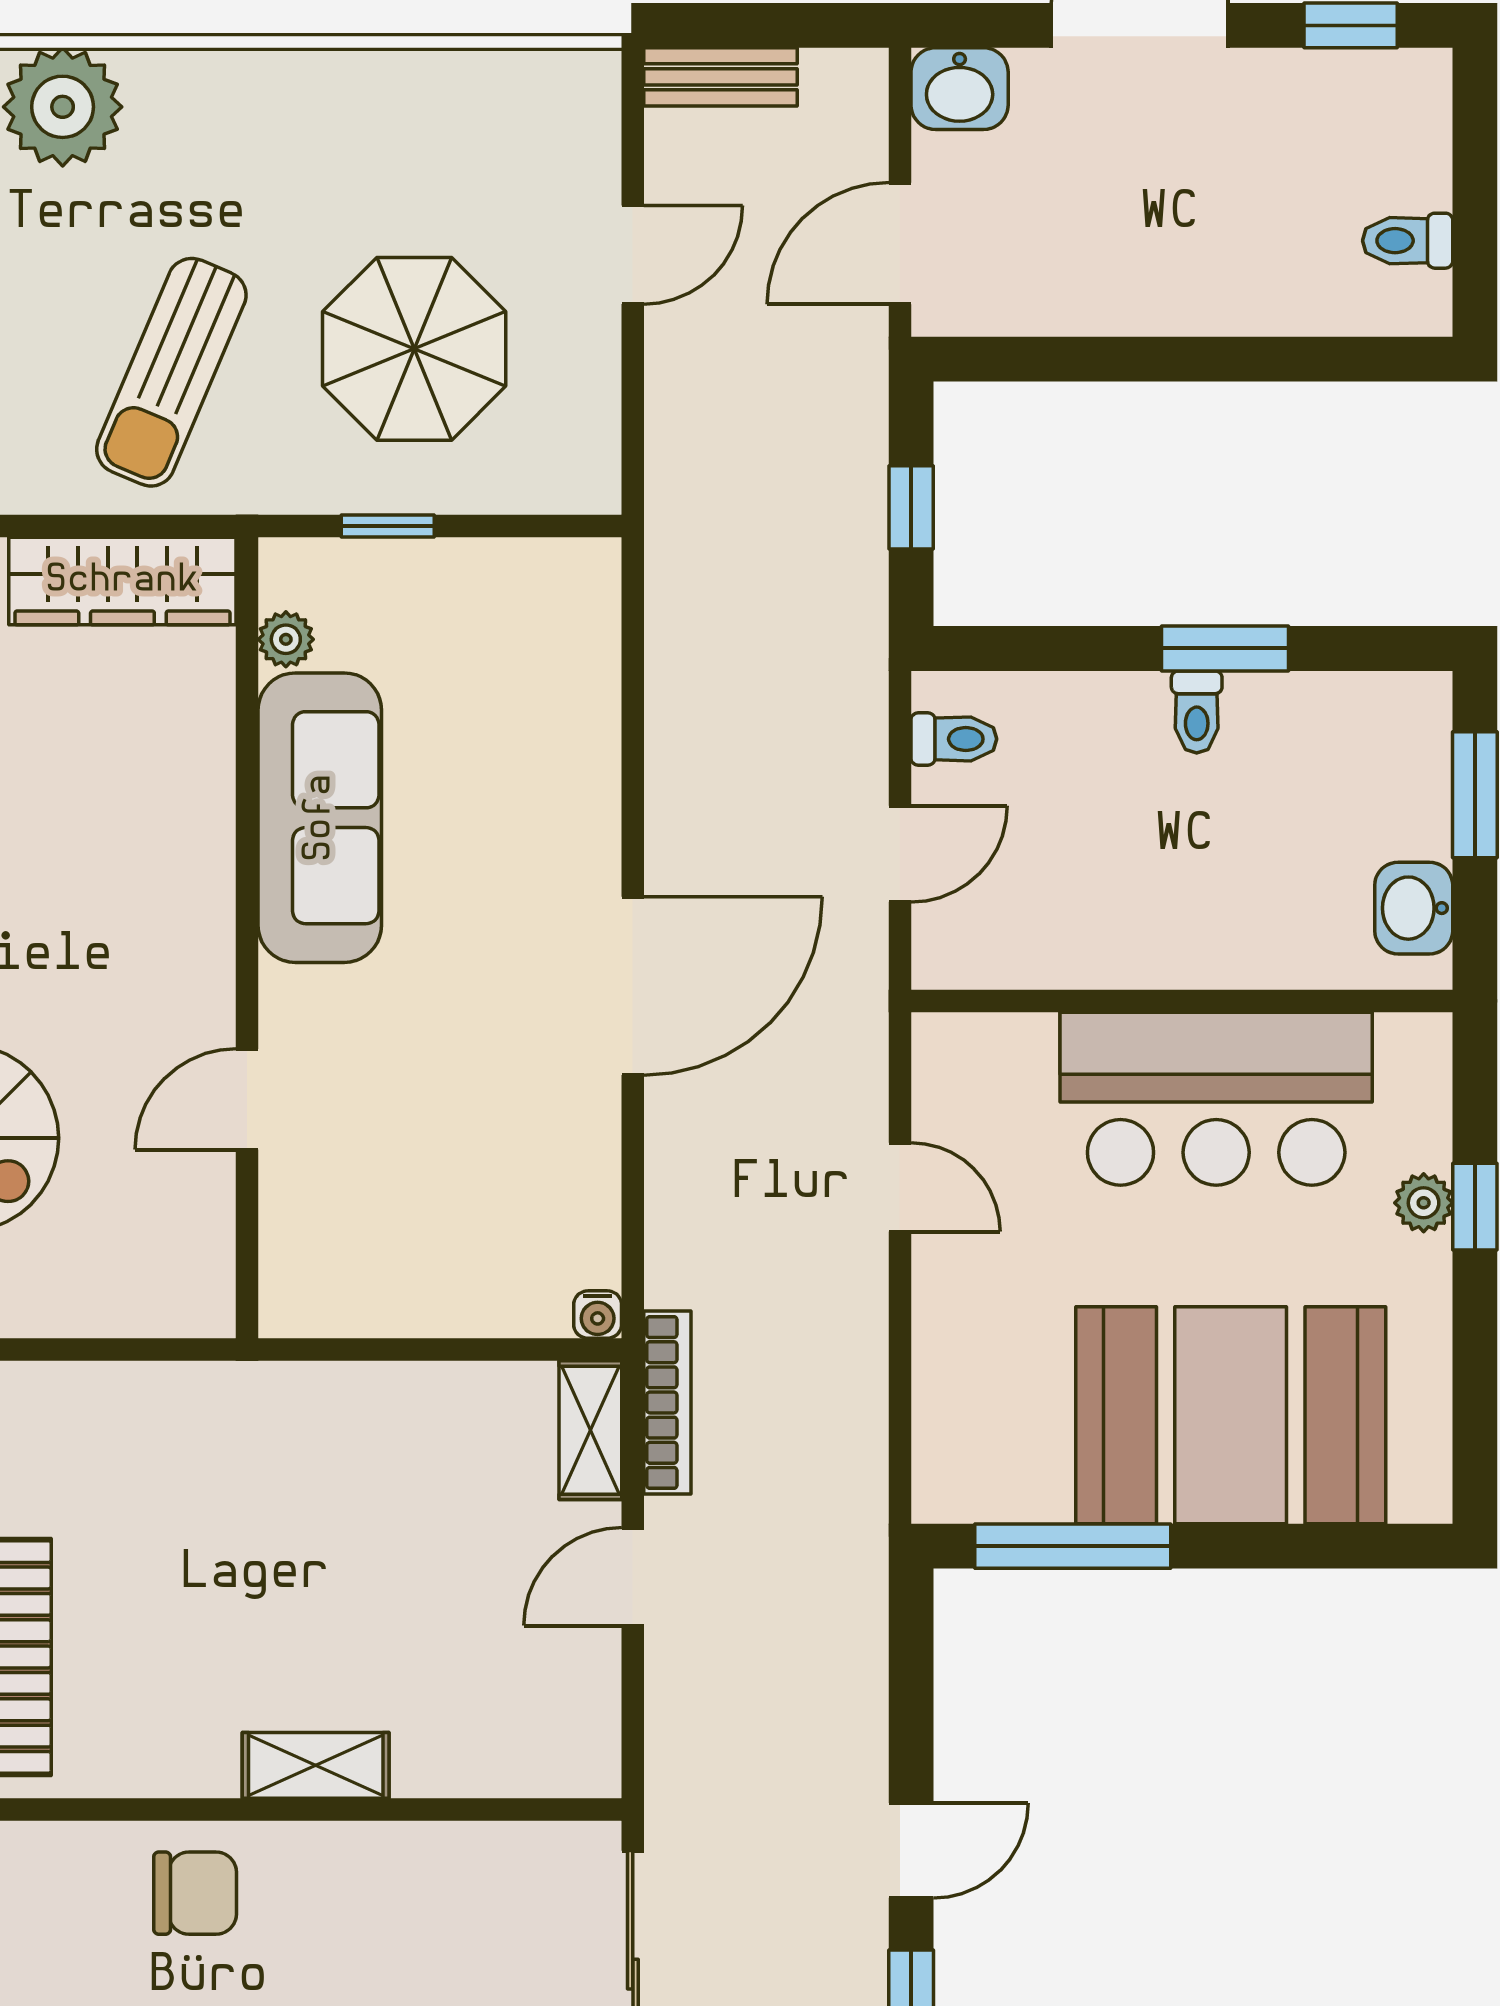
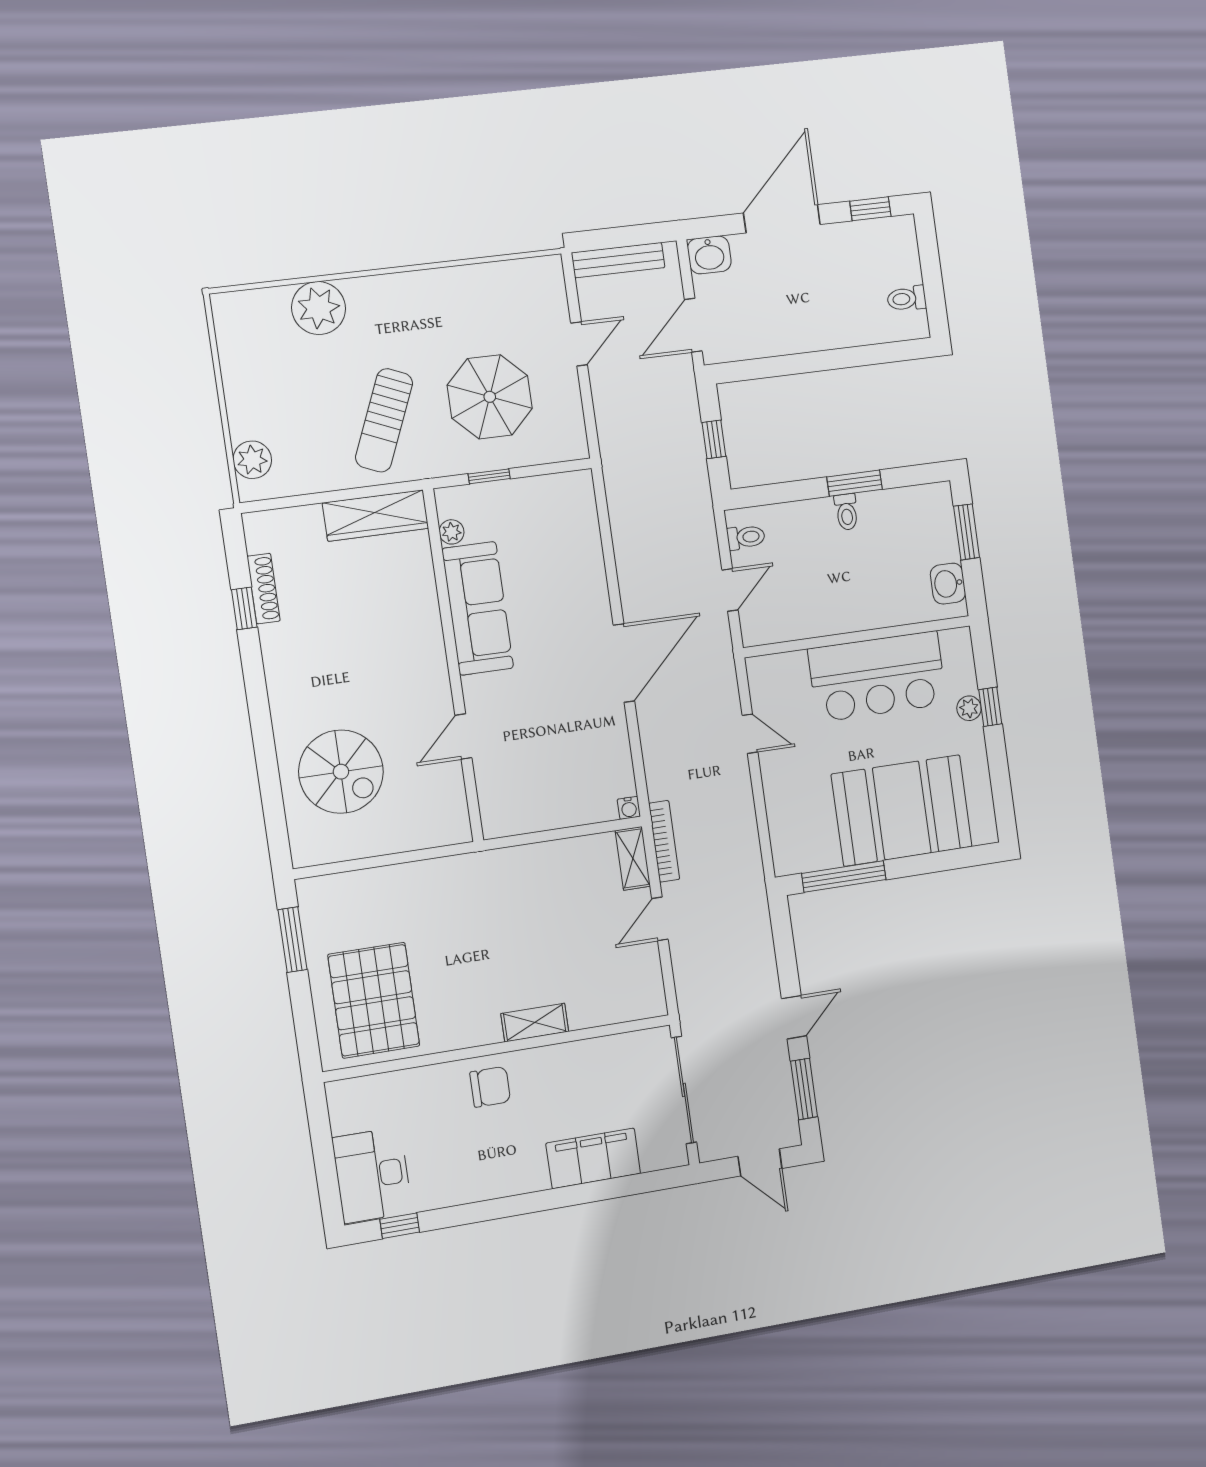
bench: (721, 77) -> (618, 260), width x1.36

